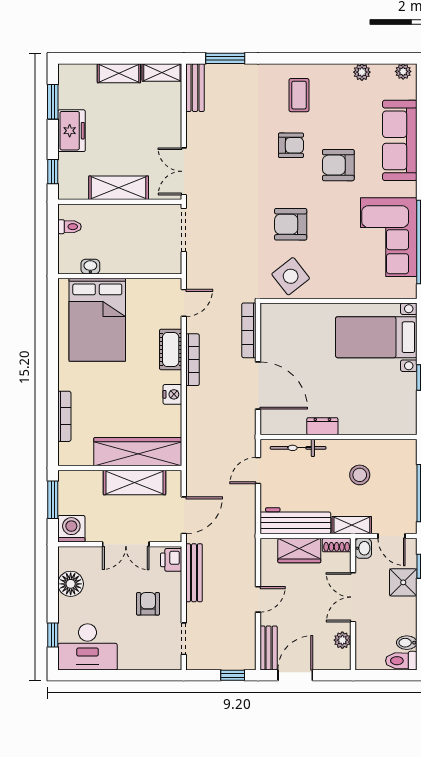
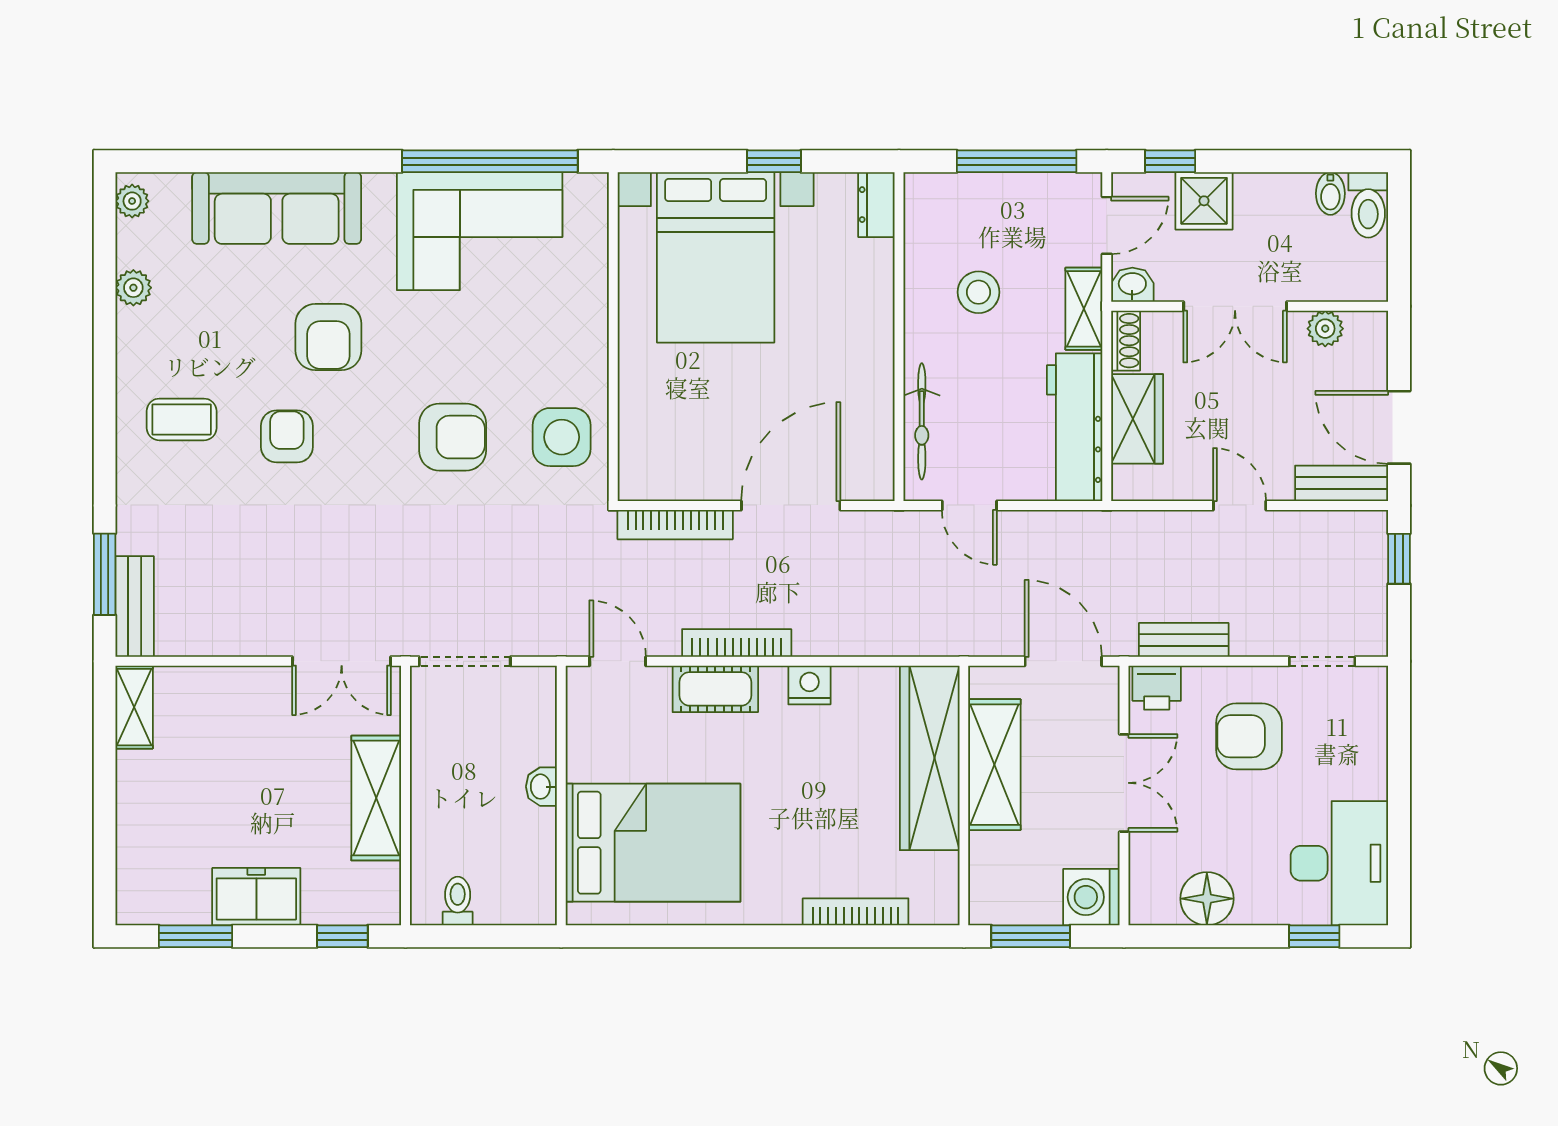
shelving: (119, 73) -> (136, 797), removed
bench: (195, 88) -> (135, 607), moved, turned 90
armchair: (291, 224) -> (453, 437), turned -90
washbasin: (90, 267) -> (541, 787), moved
side table: (291, 276) -> (562, 437), turned 38
bed with nightstands: (376, 337) -> (716, 257), width x1.36
dresser: (322, 426) -> (876, 205), moved
bench: (194, 573) -> (1184, 640), width x0.73
armchair: (148, 604) -> (1249, 736), width x1.38, depth x1.38

